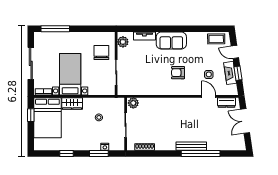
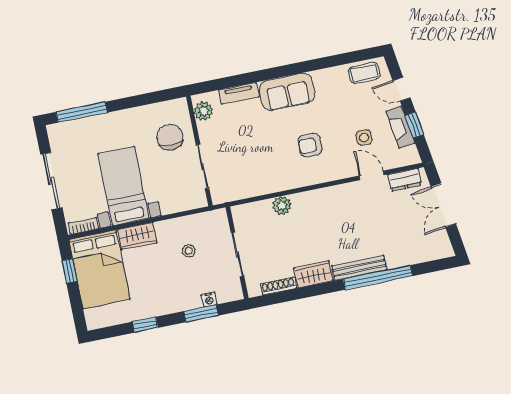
plant: (133, 103) -> (282, 206), moved
wardrobe: (165, 145) -> (313, 274), added

